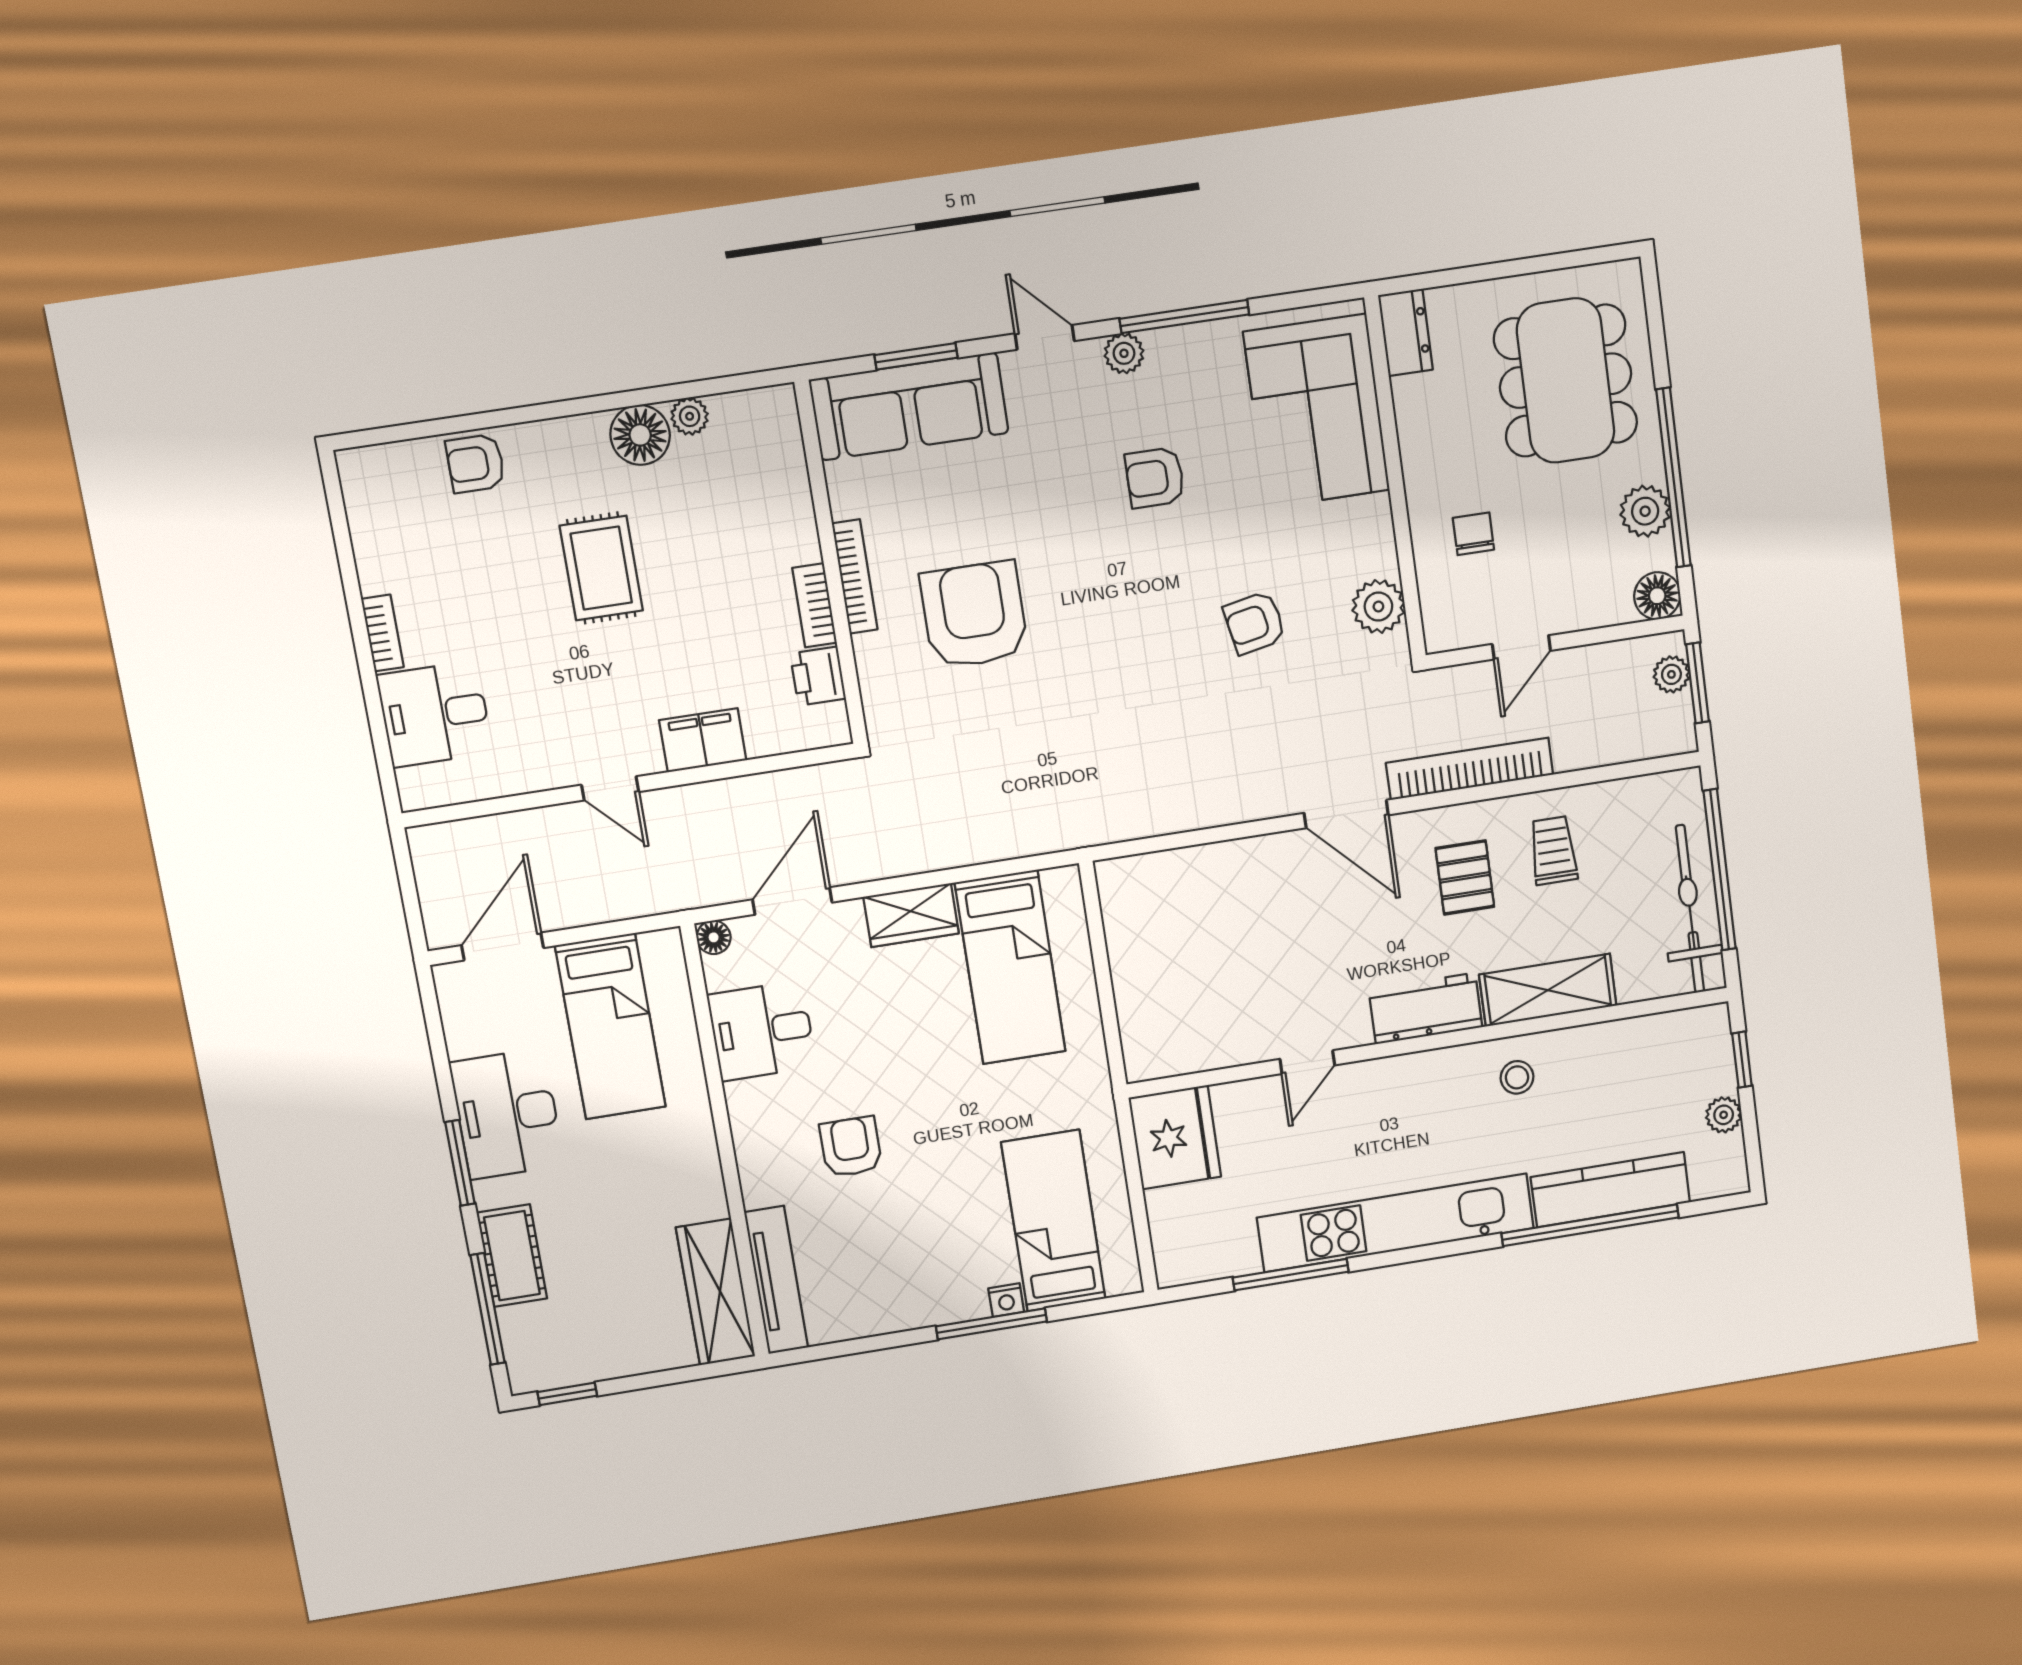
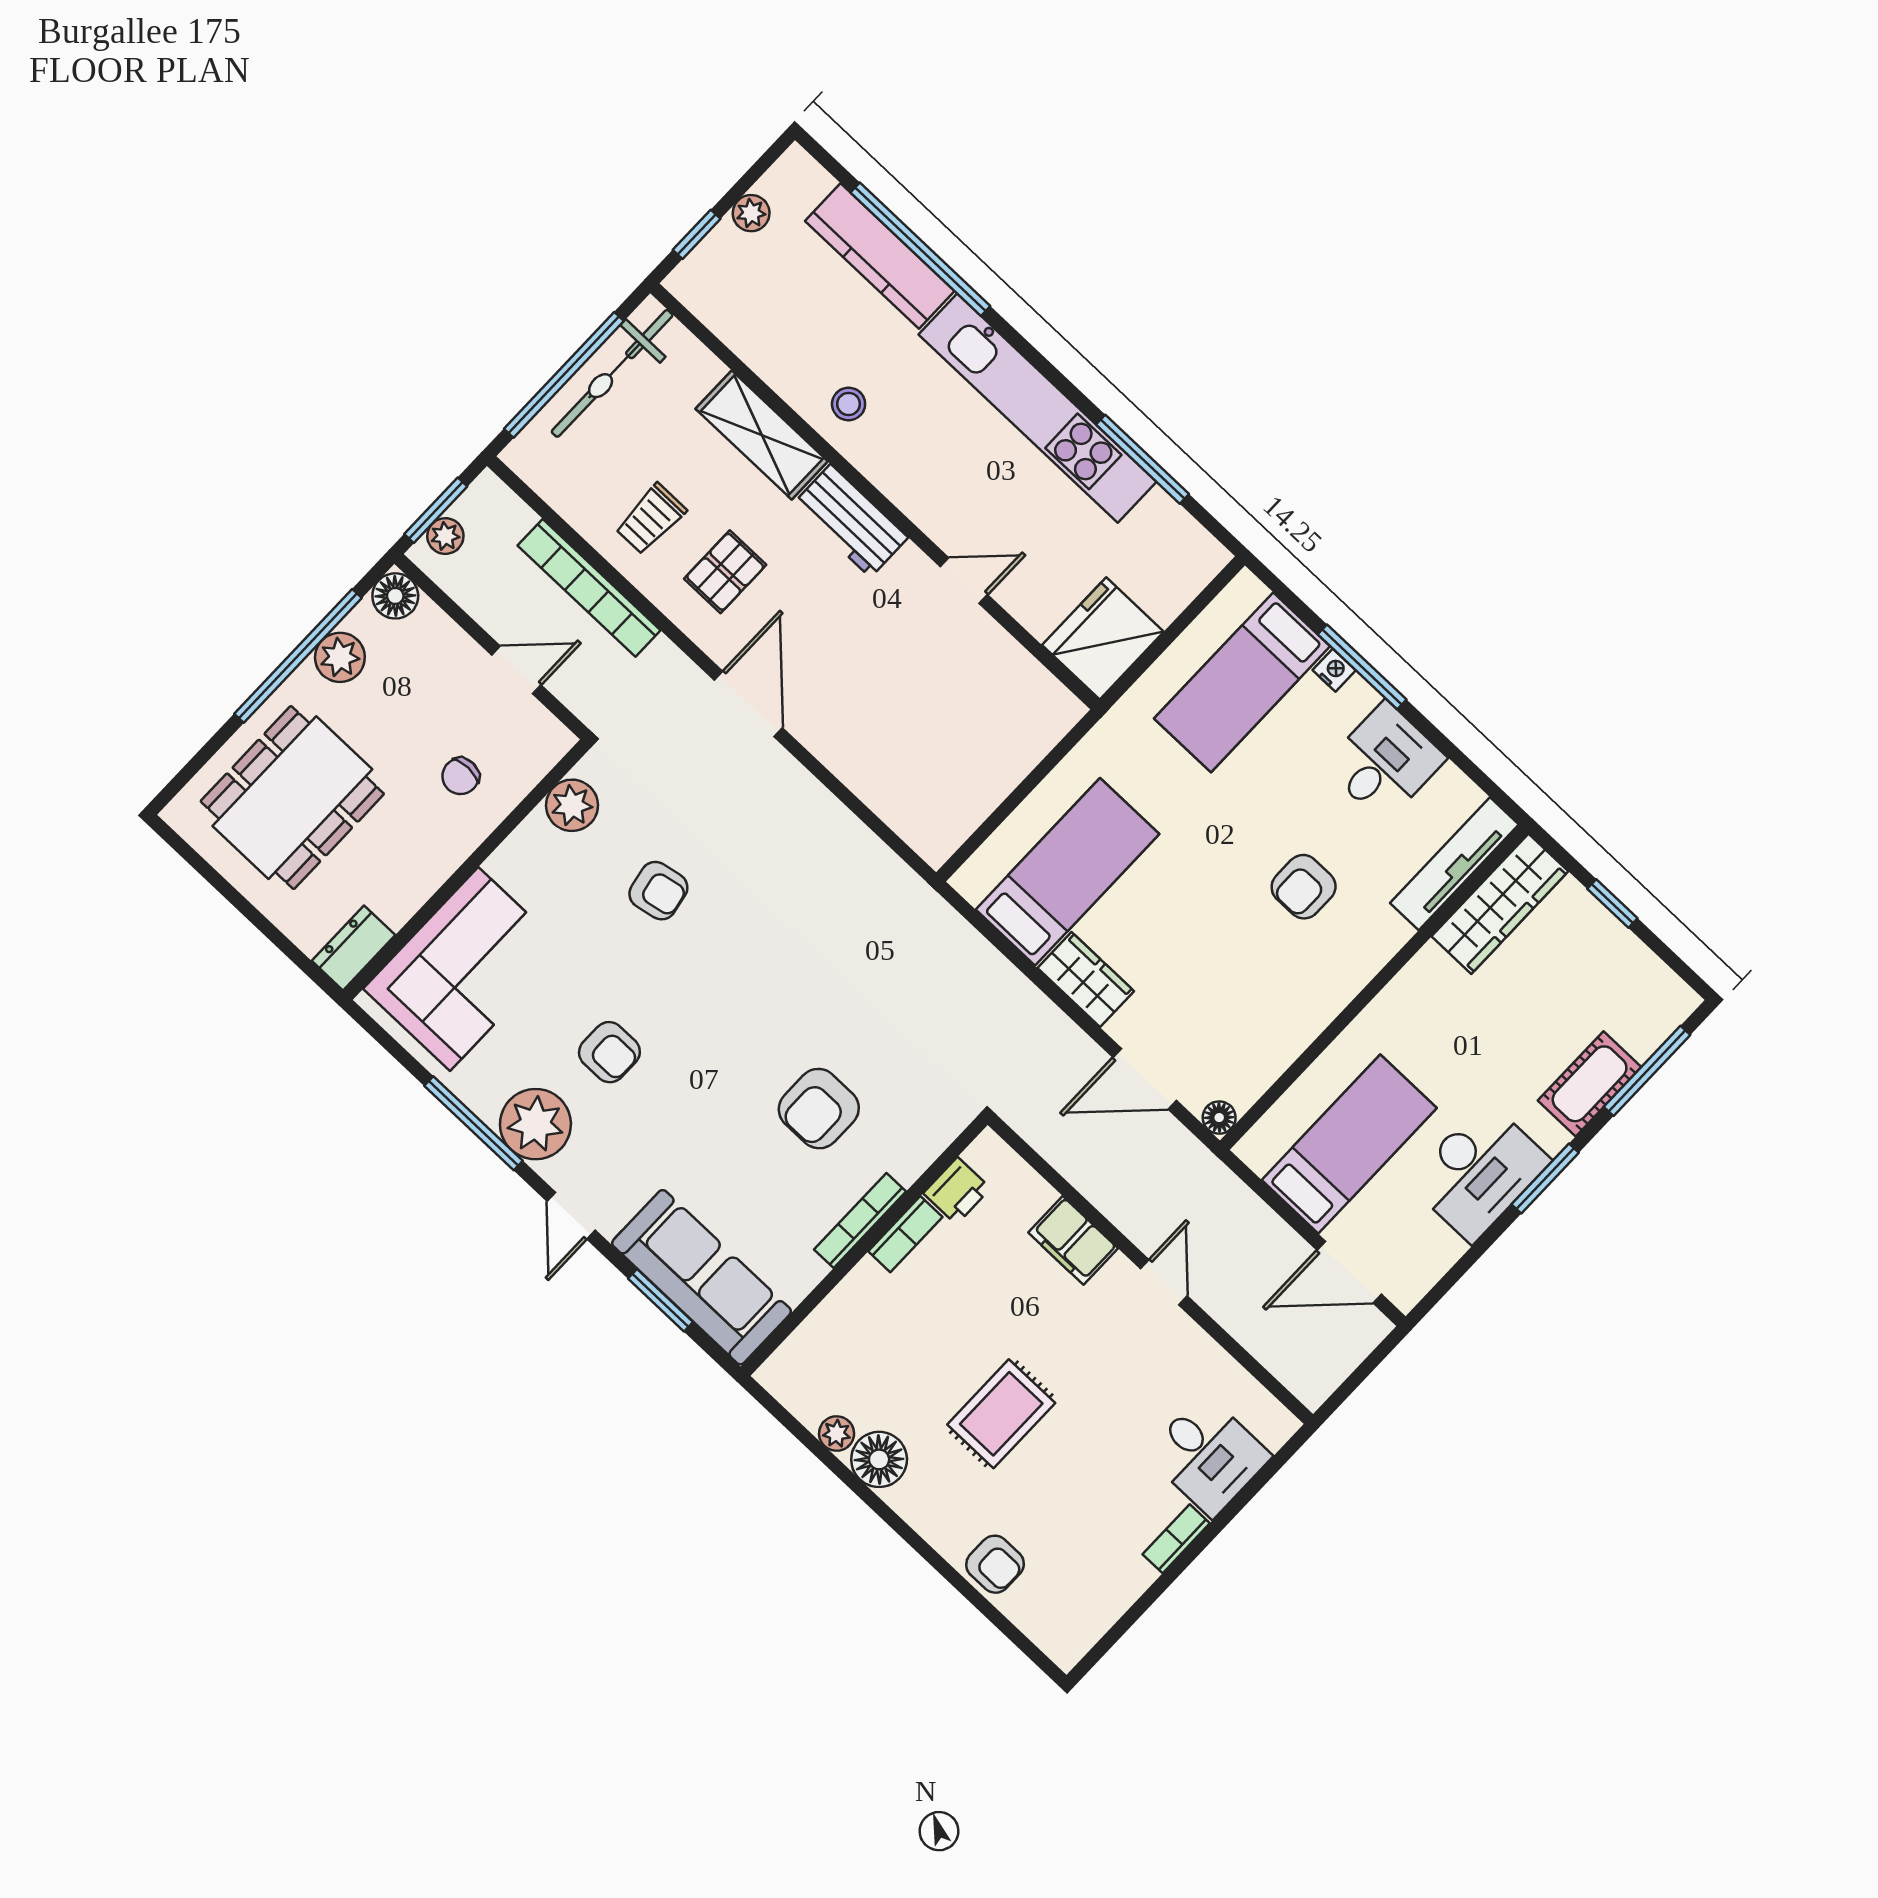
plant: (1124, 353) -> (535, 1124), width x1.87, depth x1.87
armchair: (974, 615) -> (819, 1109), width x0.73, depth x0.73
bookcase: (1470, 769) -> (589, 588), moved
desk: (762, 1031) -> (1385, 762), moved, turned -90
window: (567, 1394) -> (1612, 904), moved

